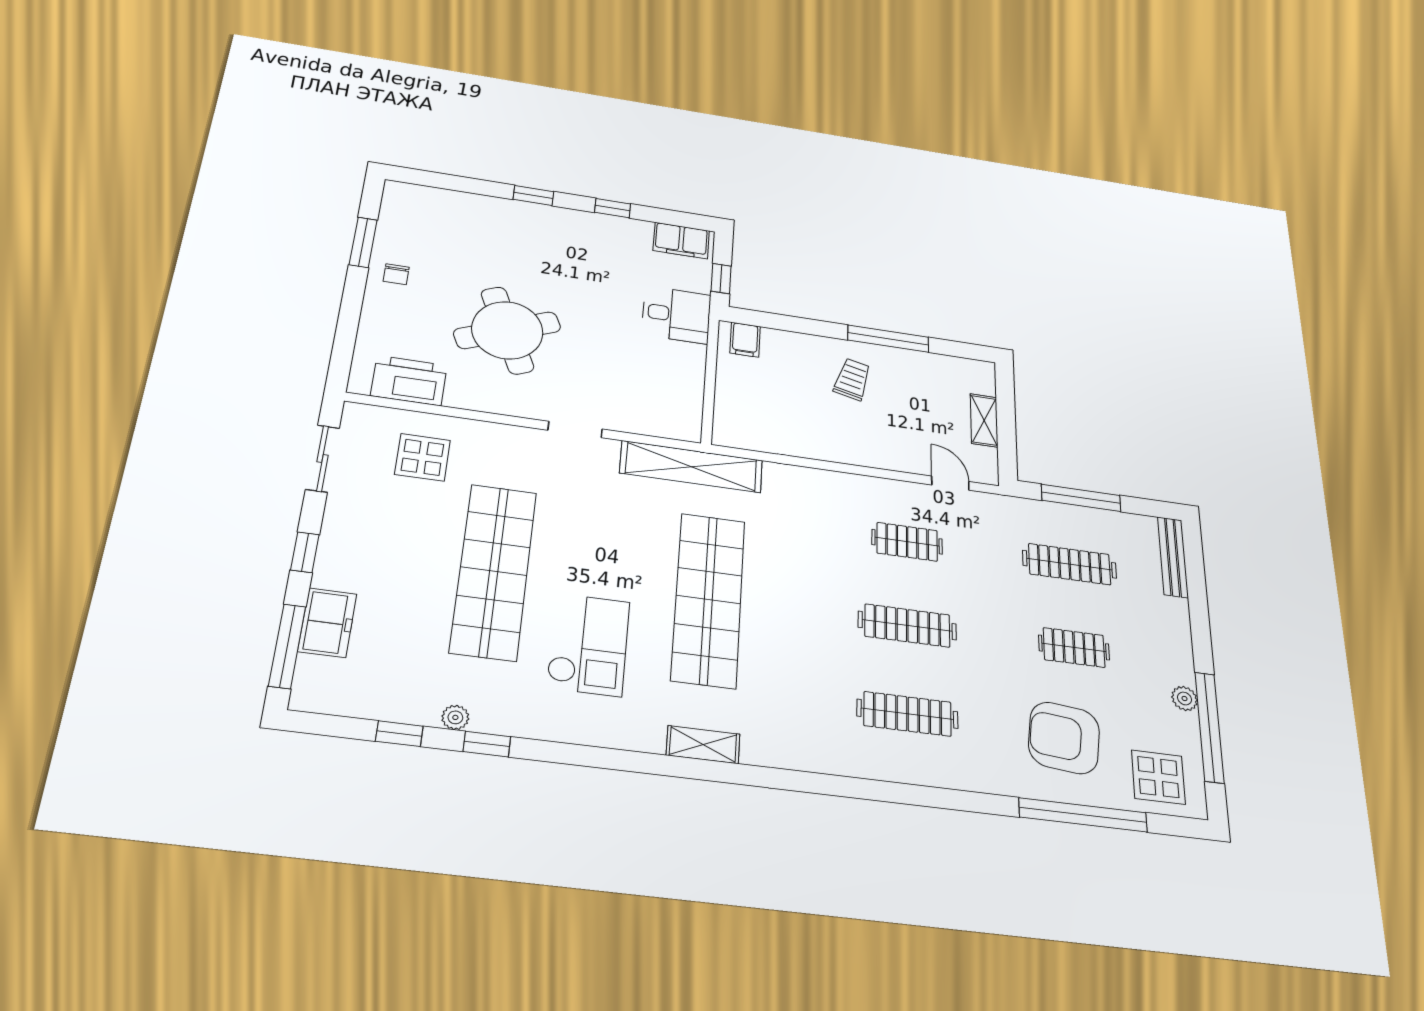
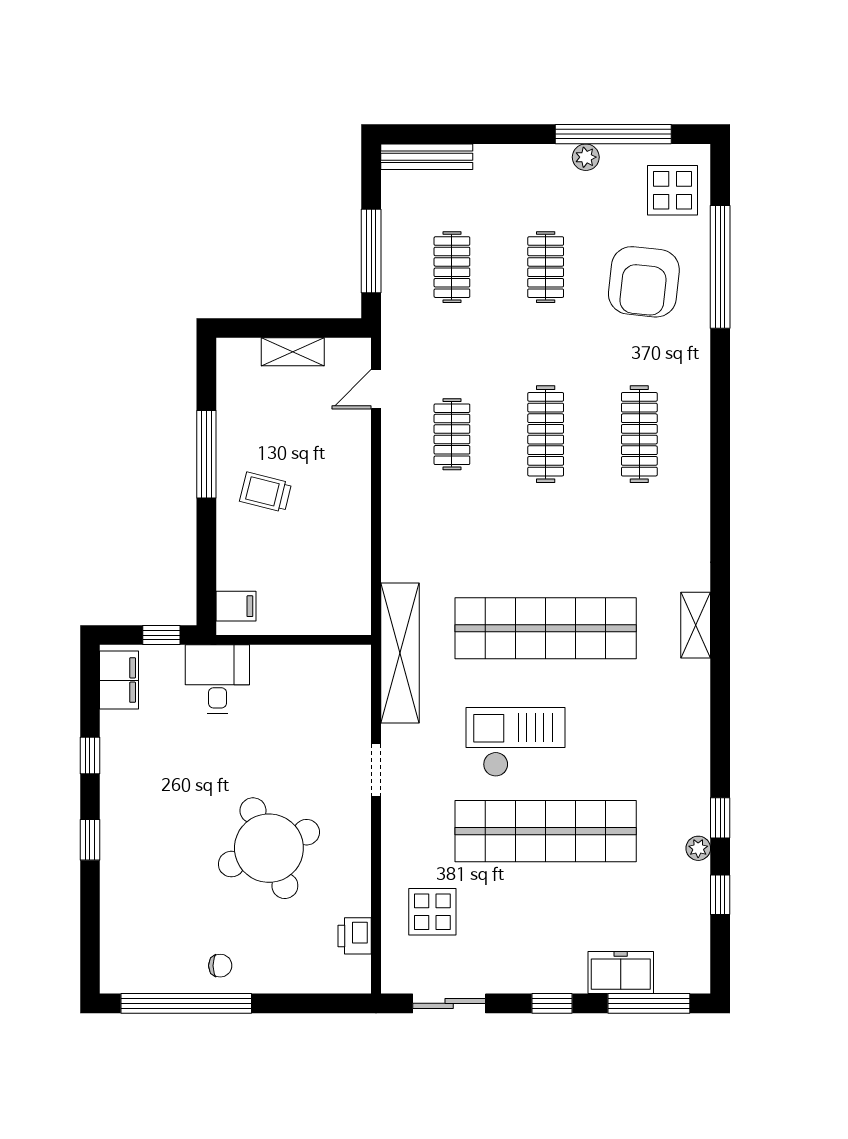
window: (363, 242) -> (186, 1003), width x2.11
printer: (409, 381) -> (355, 936), width x0.53, depth x0.68
clothes rail: (1070, 564) -> (452, 267), width x0.73
checkout: (588, 644) -> (515, 742), moved

